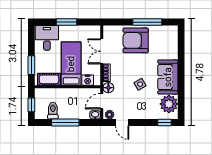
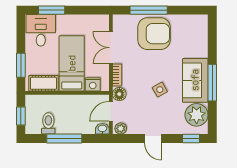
window: (67, 22) -> (52, 10), moved
window: (147, 22) -> (149, 10), moved
armchair: (136, 40) -> (154, 34), turned 180
window: (181, 79) -> (212, 83), added
door: (122, 122) -> (153, 139), moved

